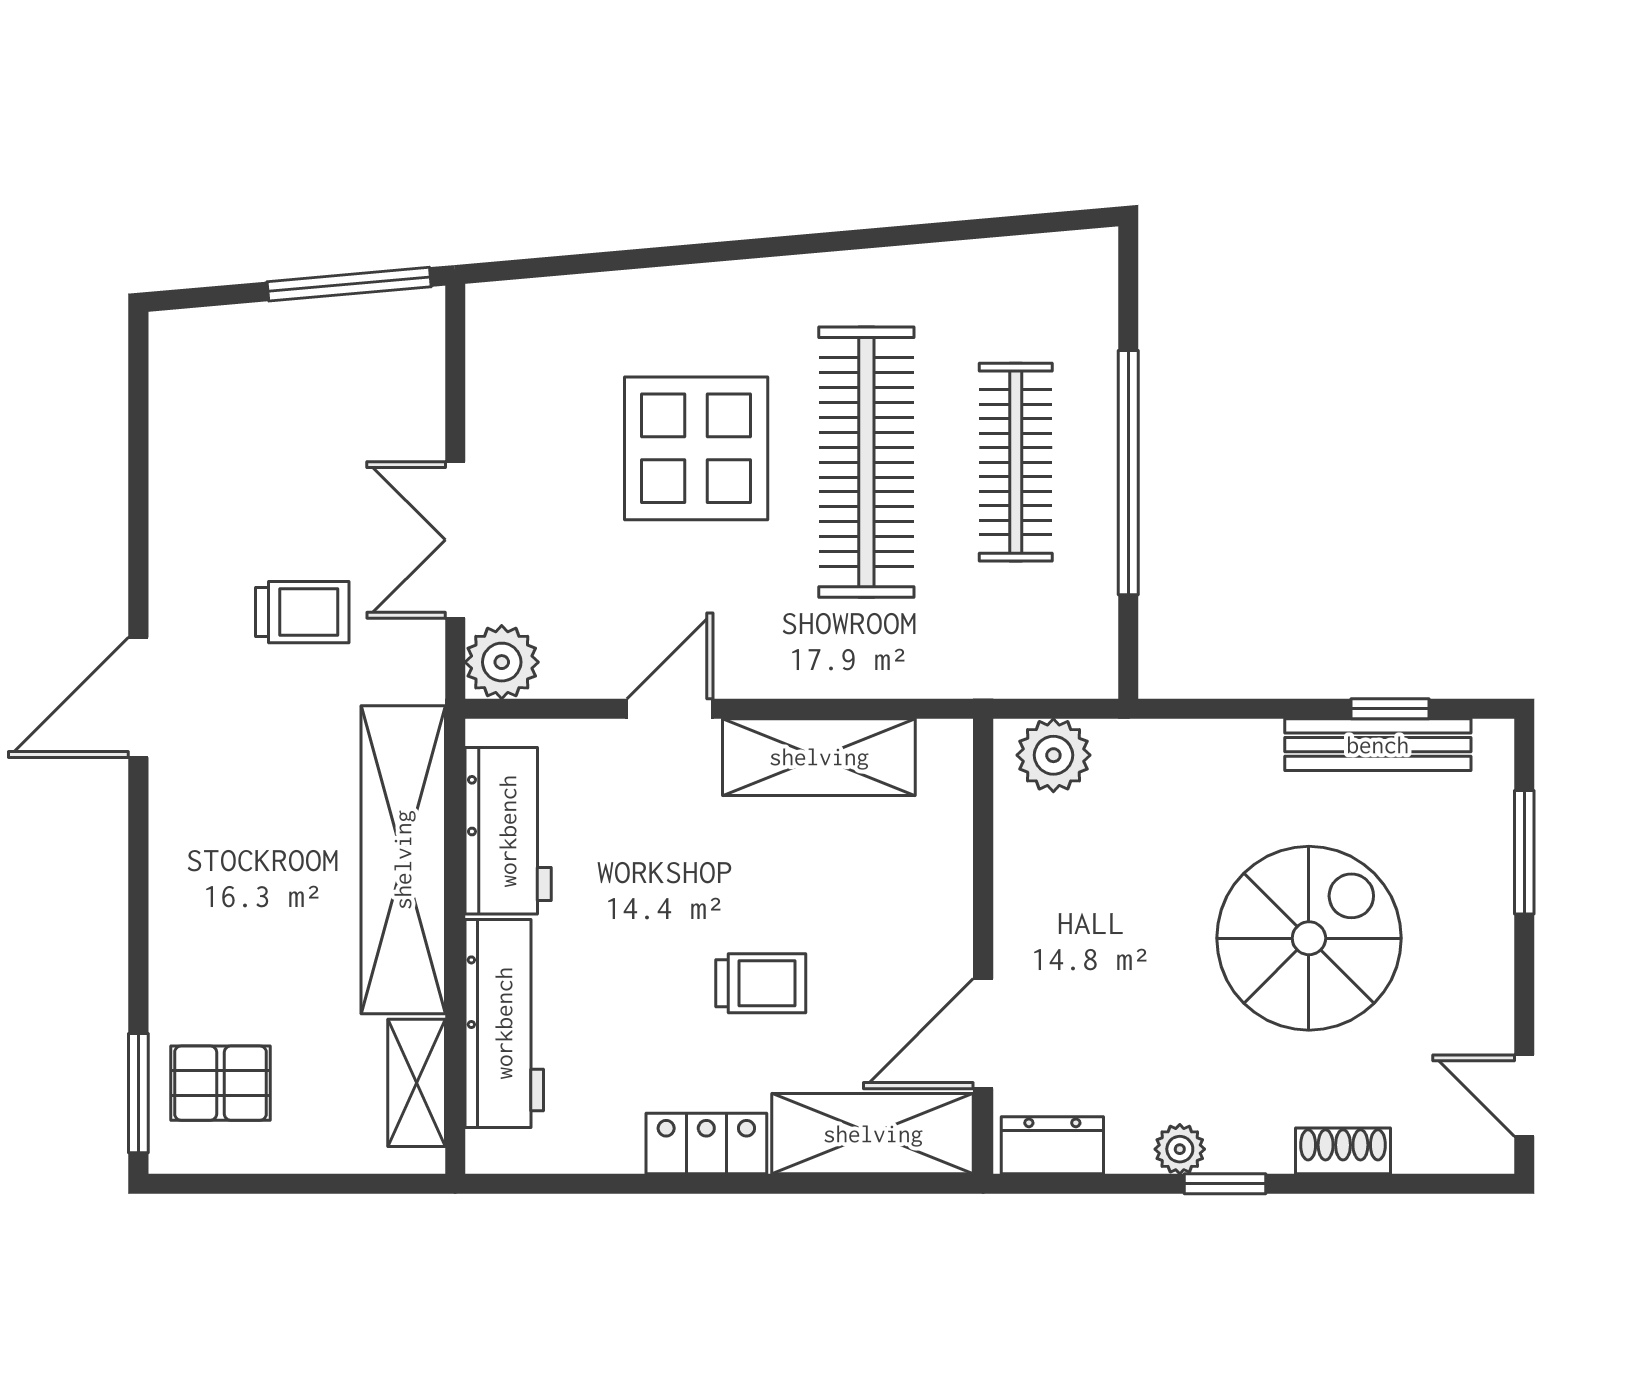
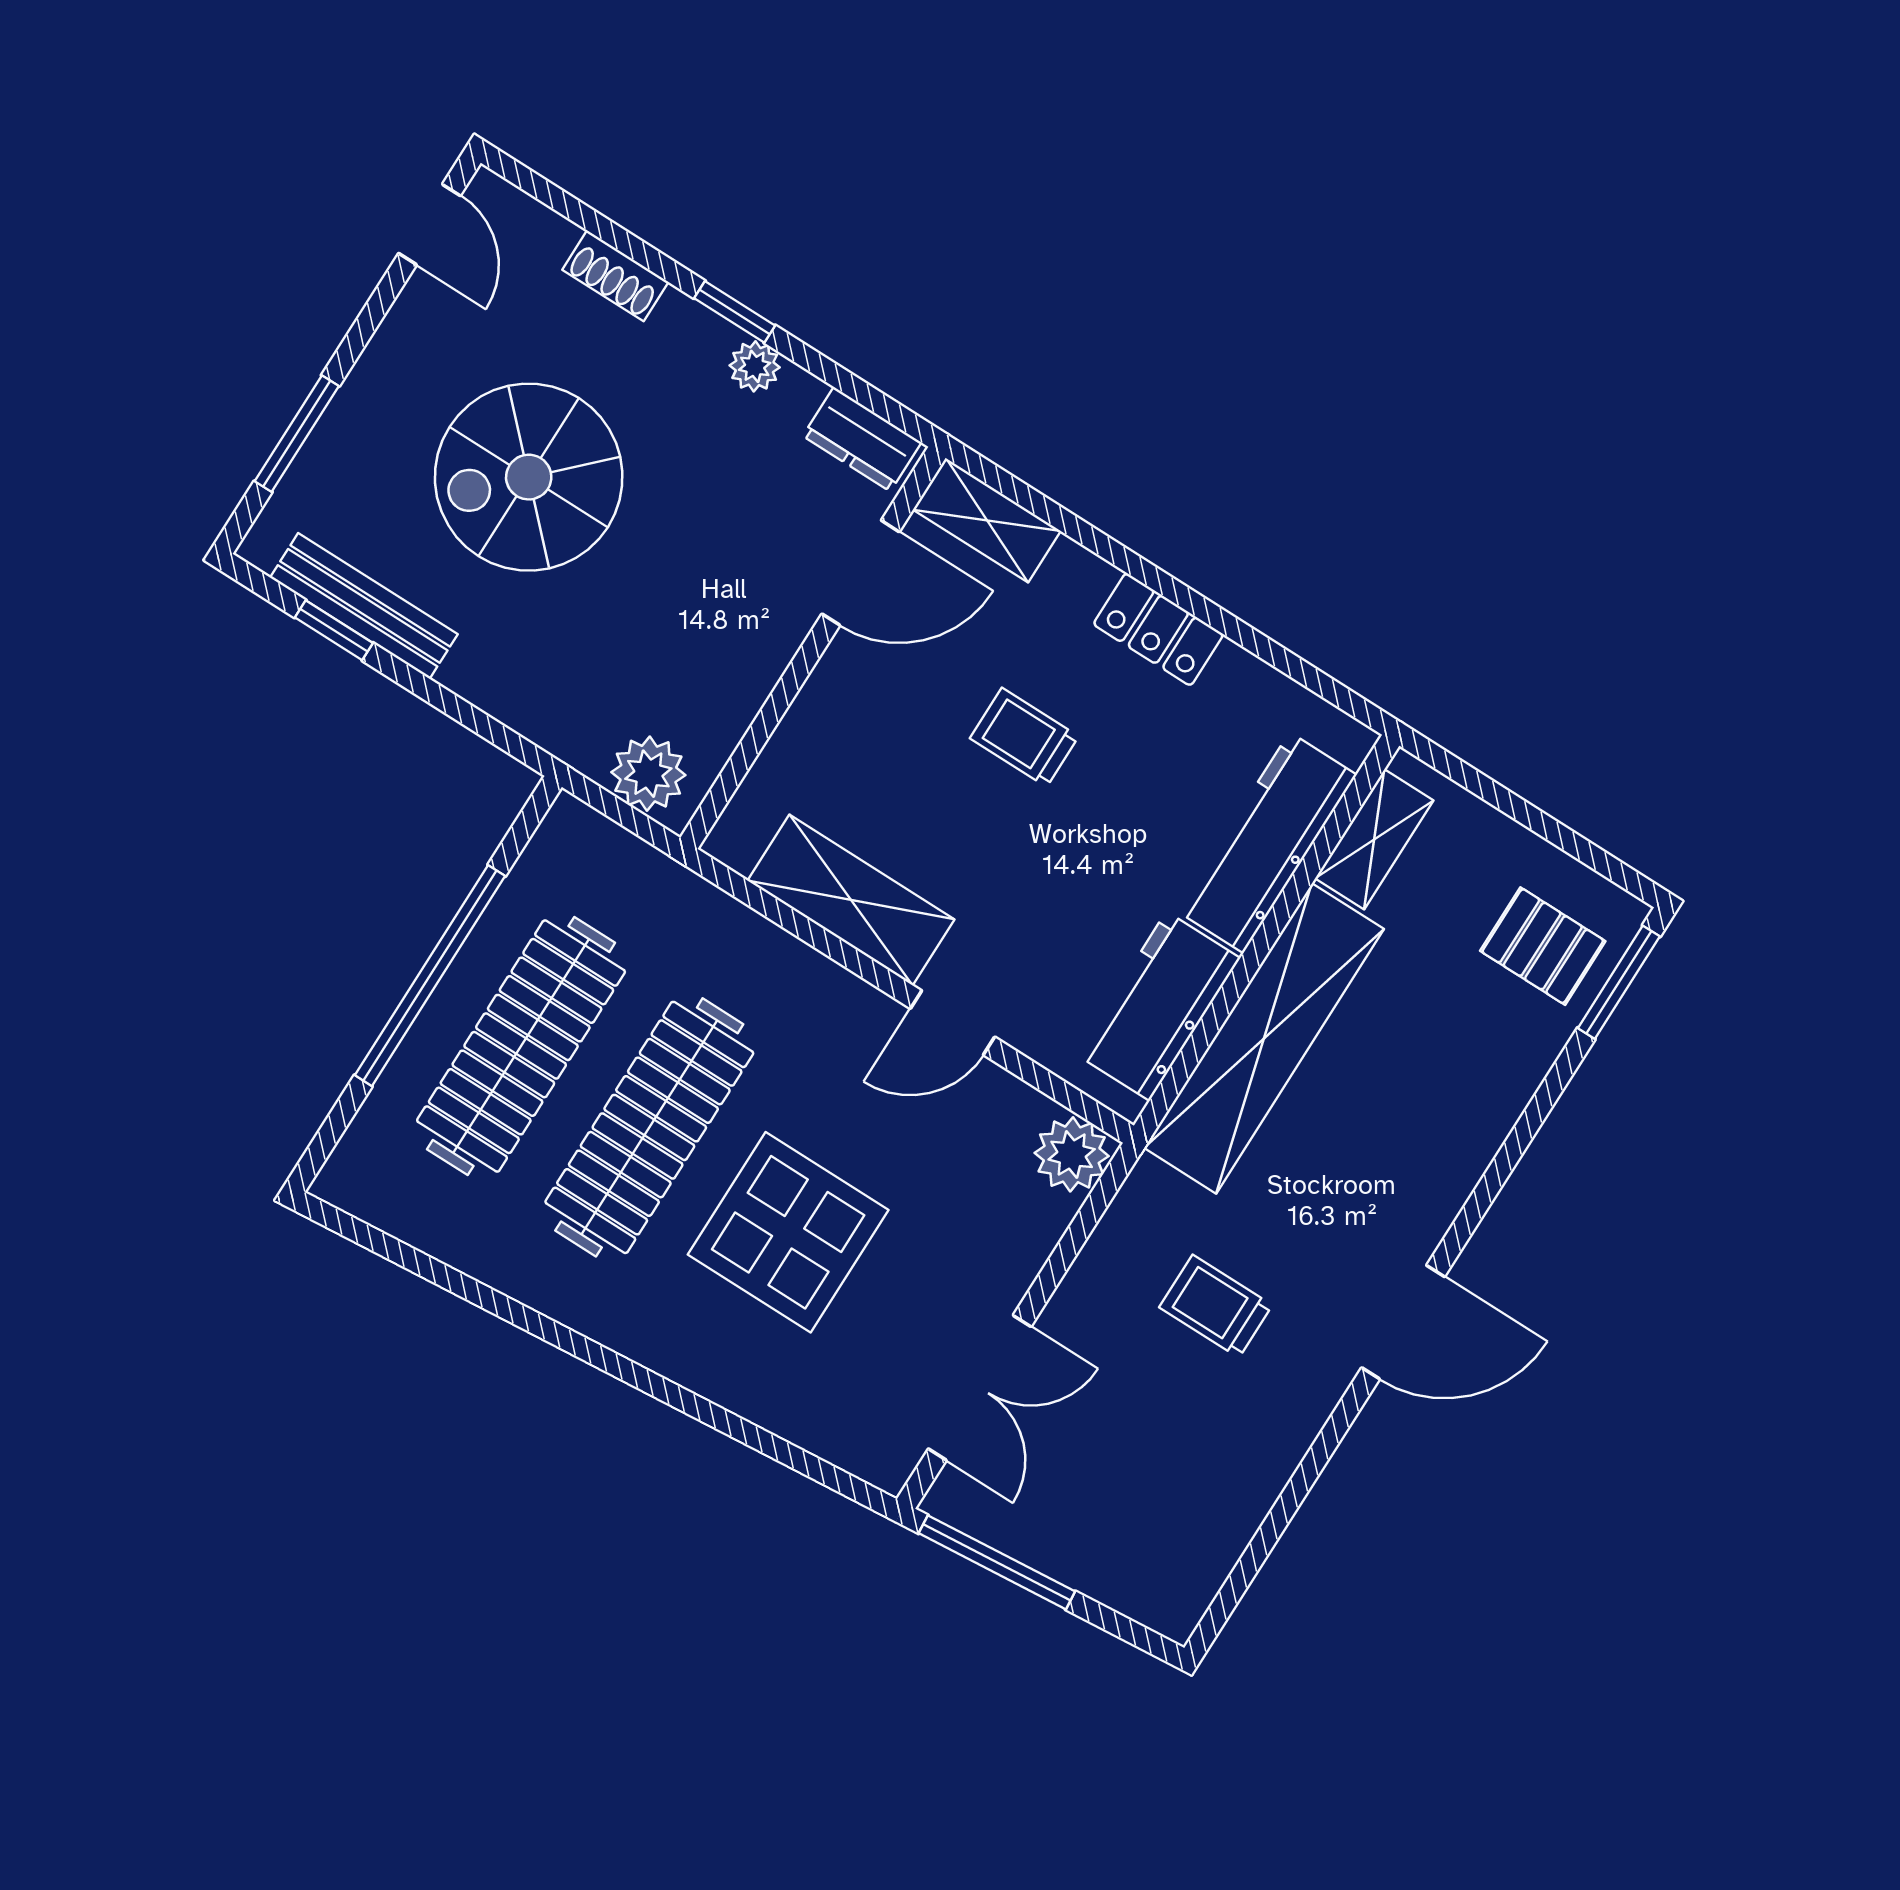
clothes rail: (1016, 462) -> (521, 1046), width x1.37, depth x1.31
double door: (455, 540) -> (980, 1388), moved
shelving: (873, 1134) -> (987, 520), width x0.67, depth x0.75

